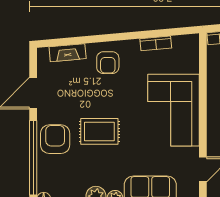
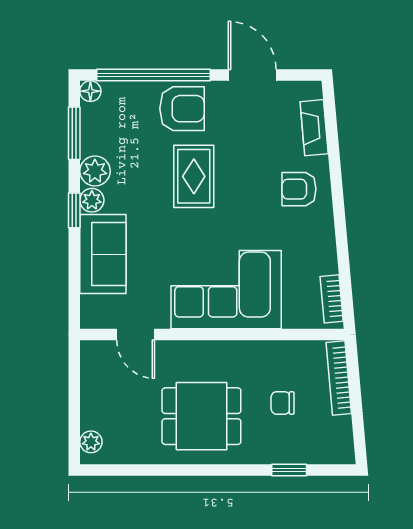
bookcase: (156, 43) -> (332, 299), moved

